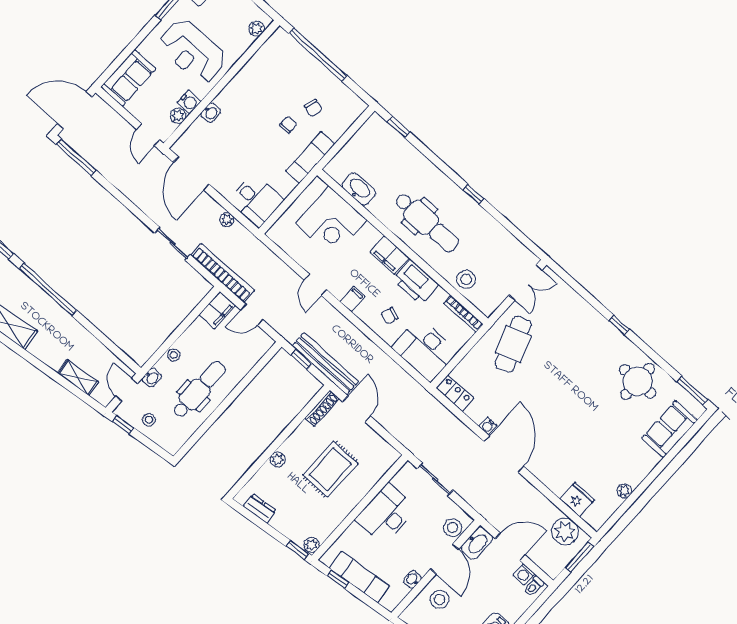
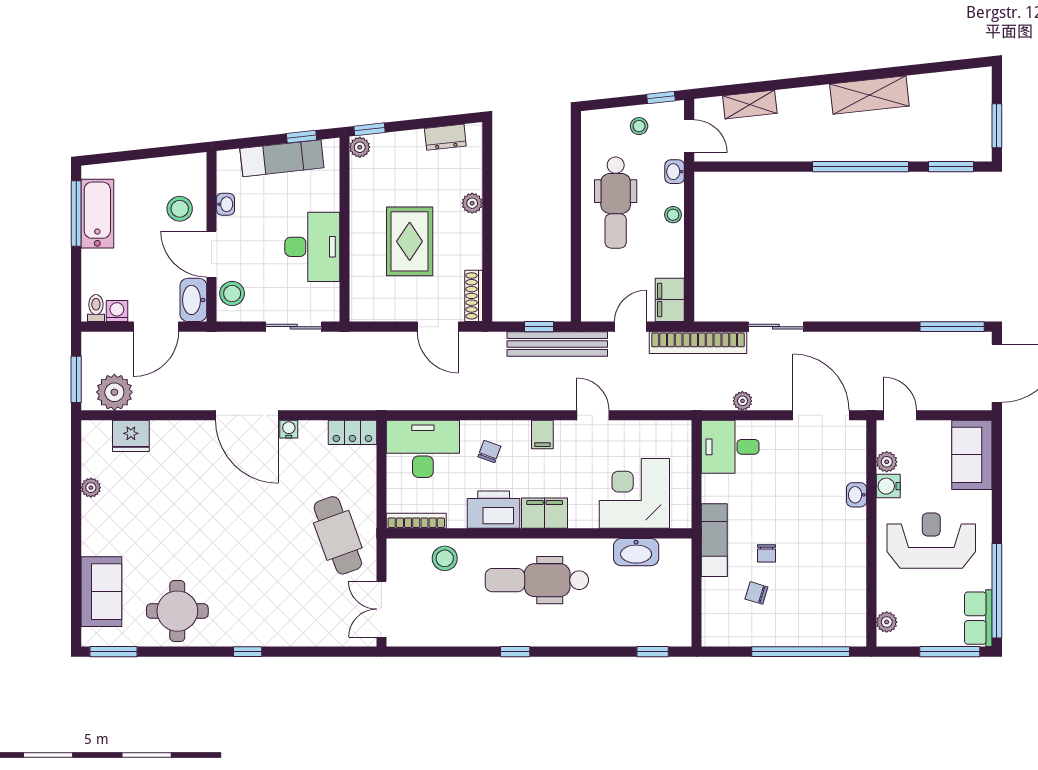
bench: (325, 364) -> (557, 344), moved

